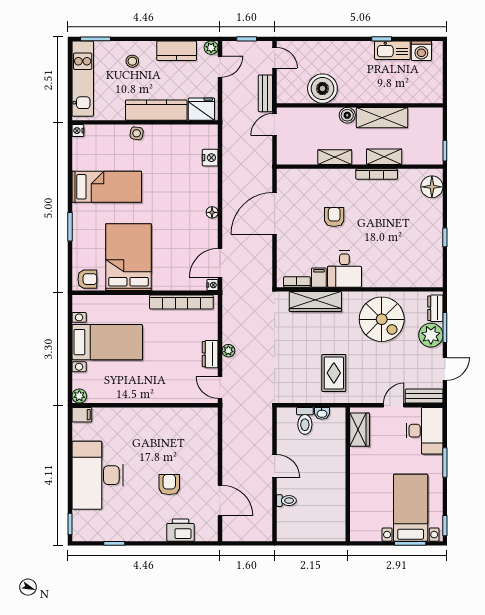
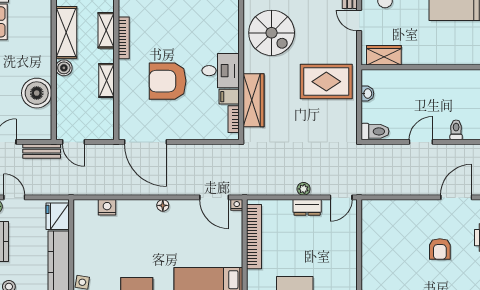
door: (275, 213) -> (145, 142), moved
armchair: (334, 217) -> (168, 81), width x1.88, depth x1.88
spiral stairs: (382, 319) -> (272, 33), turned 90
rug: (334, 373) -> (326, 82), width x1.36, depth x1.43
toilet: (305, 421) -> (375, 131), moved
armchair: (169, 485) -> (440, 249), turned -90

